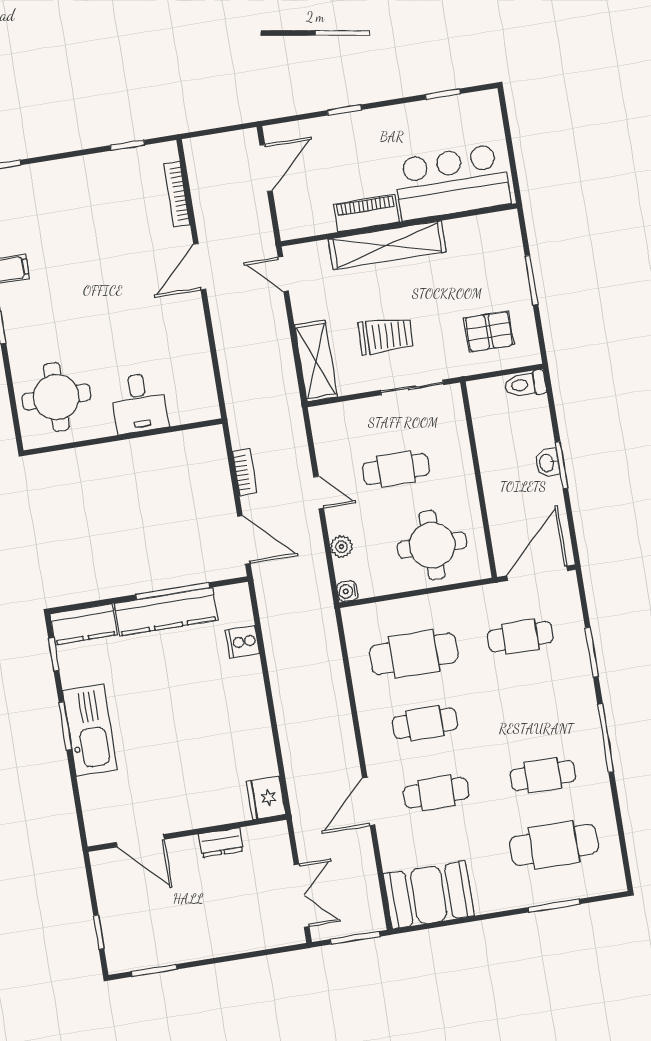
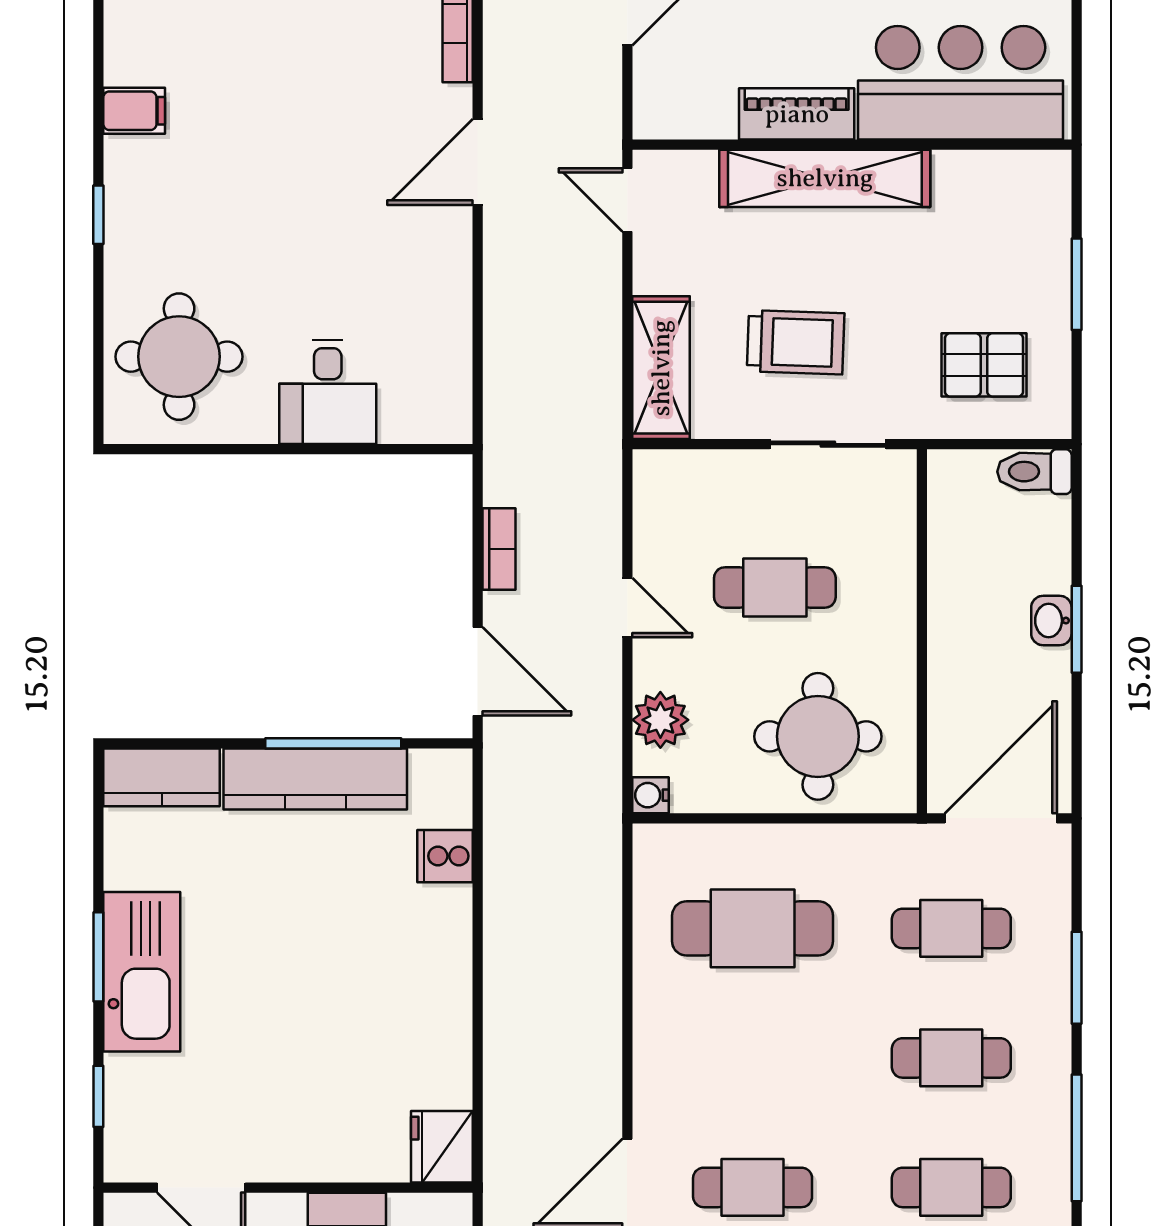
plant: (341, 547) -> (660, 720), width x1.38, depth x1.38
window: (54, 654) -> (98, 1096), moved
cafe table: (425, 723) -> (951, 1058), moved

